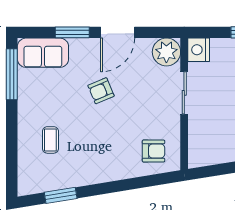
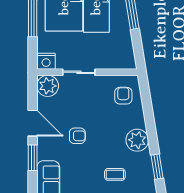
armchair: (101, 91) -> (77, 136), turned -67
plant: (95, 169) -> (137, 140), added

